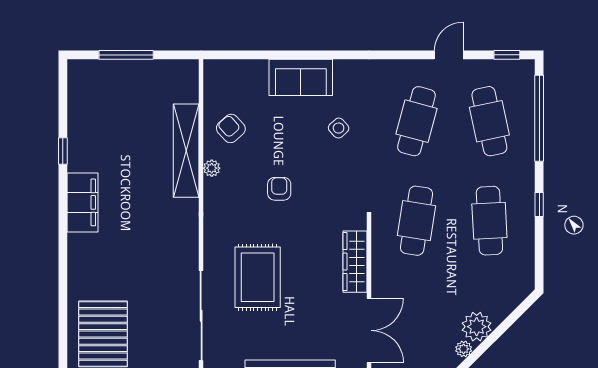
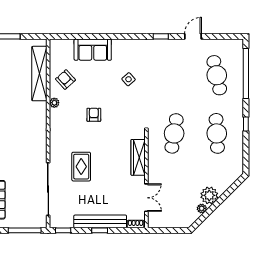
window: (507, 55) -> (161, 36), moved
sofa: (301, 77) -> (93, 50), moved
cafe table: (416, 121) -> (174, 75), removed
shelving: (186, 151) -> (39, 74), moved
rug: (258, 277) -> (81, 167), width x0.73, depth x0.70
double door: (369, 330) -> (146, 198), width x0.73

